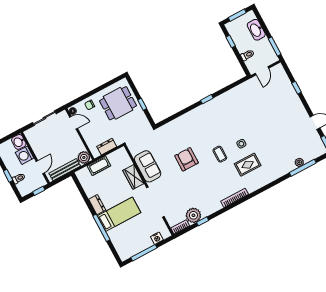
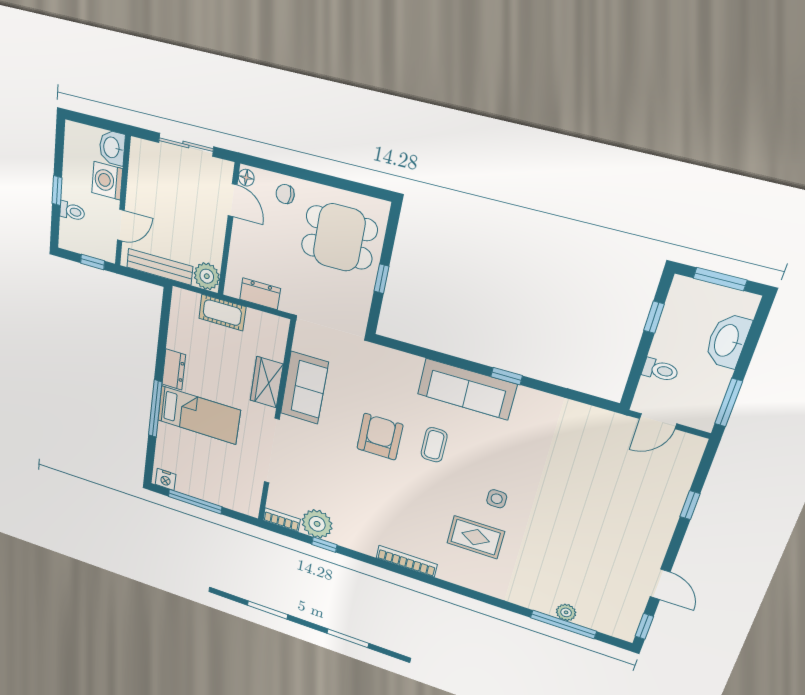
sofa: (199, 115) -> (467, 389), added
coffee table: (220, 154) -> (434, 445), moved
nightstand: (157, 238) -> (166, 479), moved

